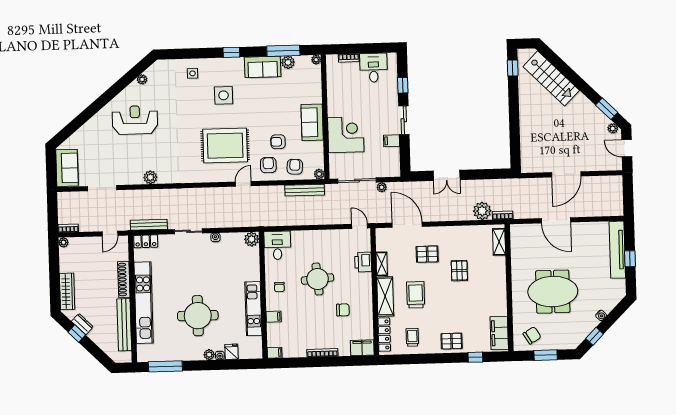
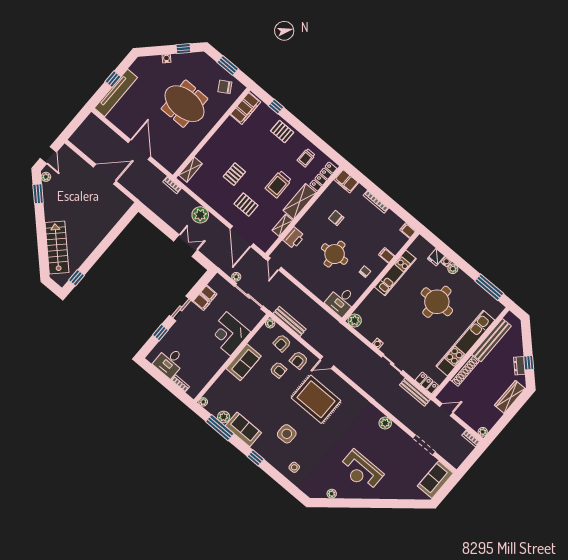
filing cabinet: (392, 153) -> (209, 293), added
plant: (482, 211) -> (200, 215), moved

